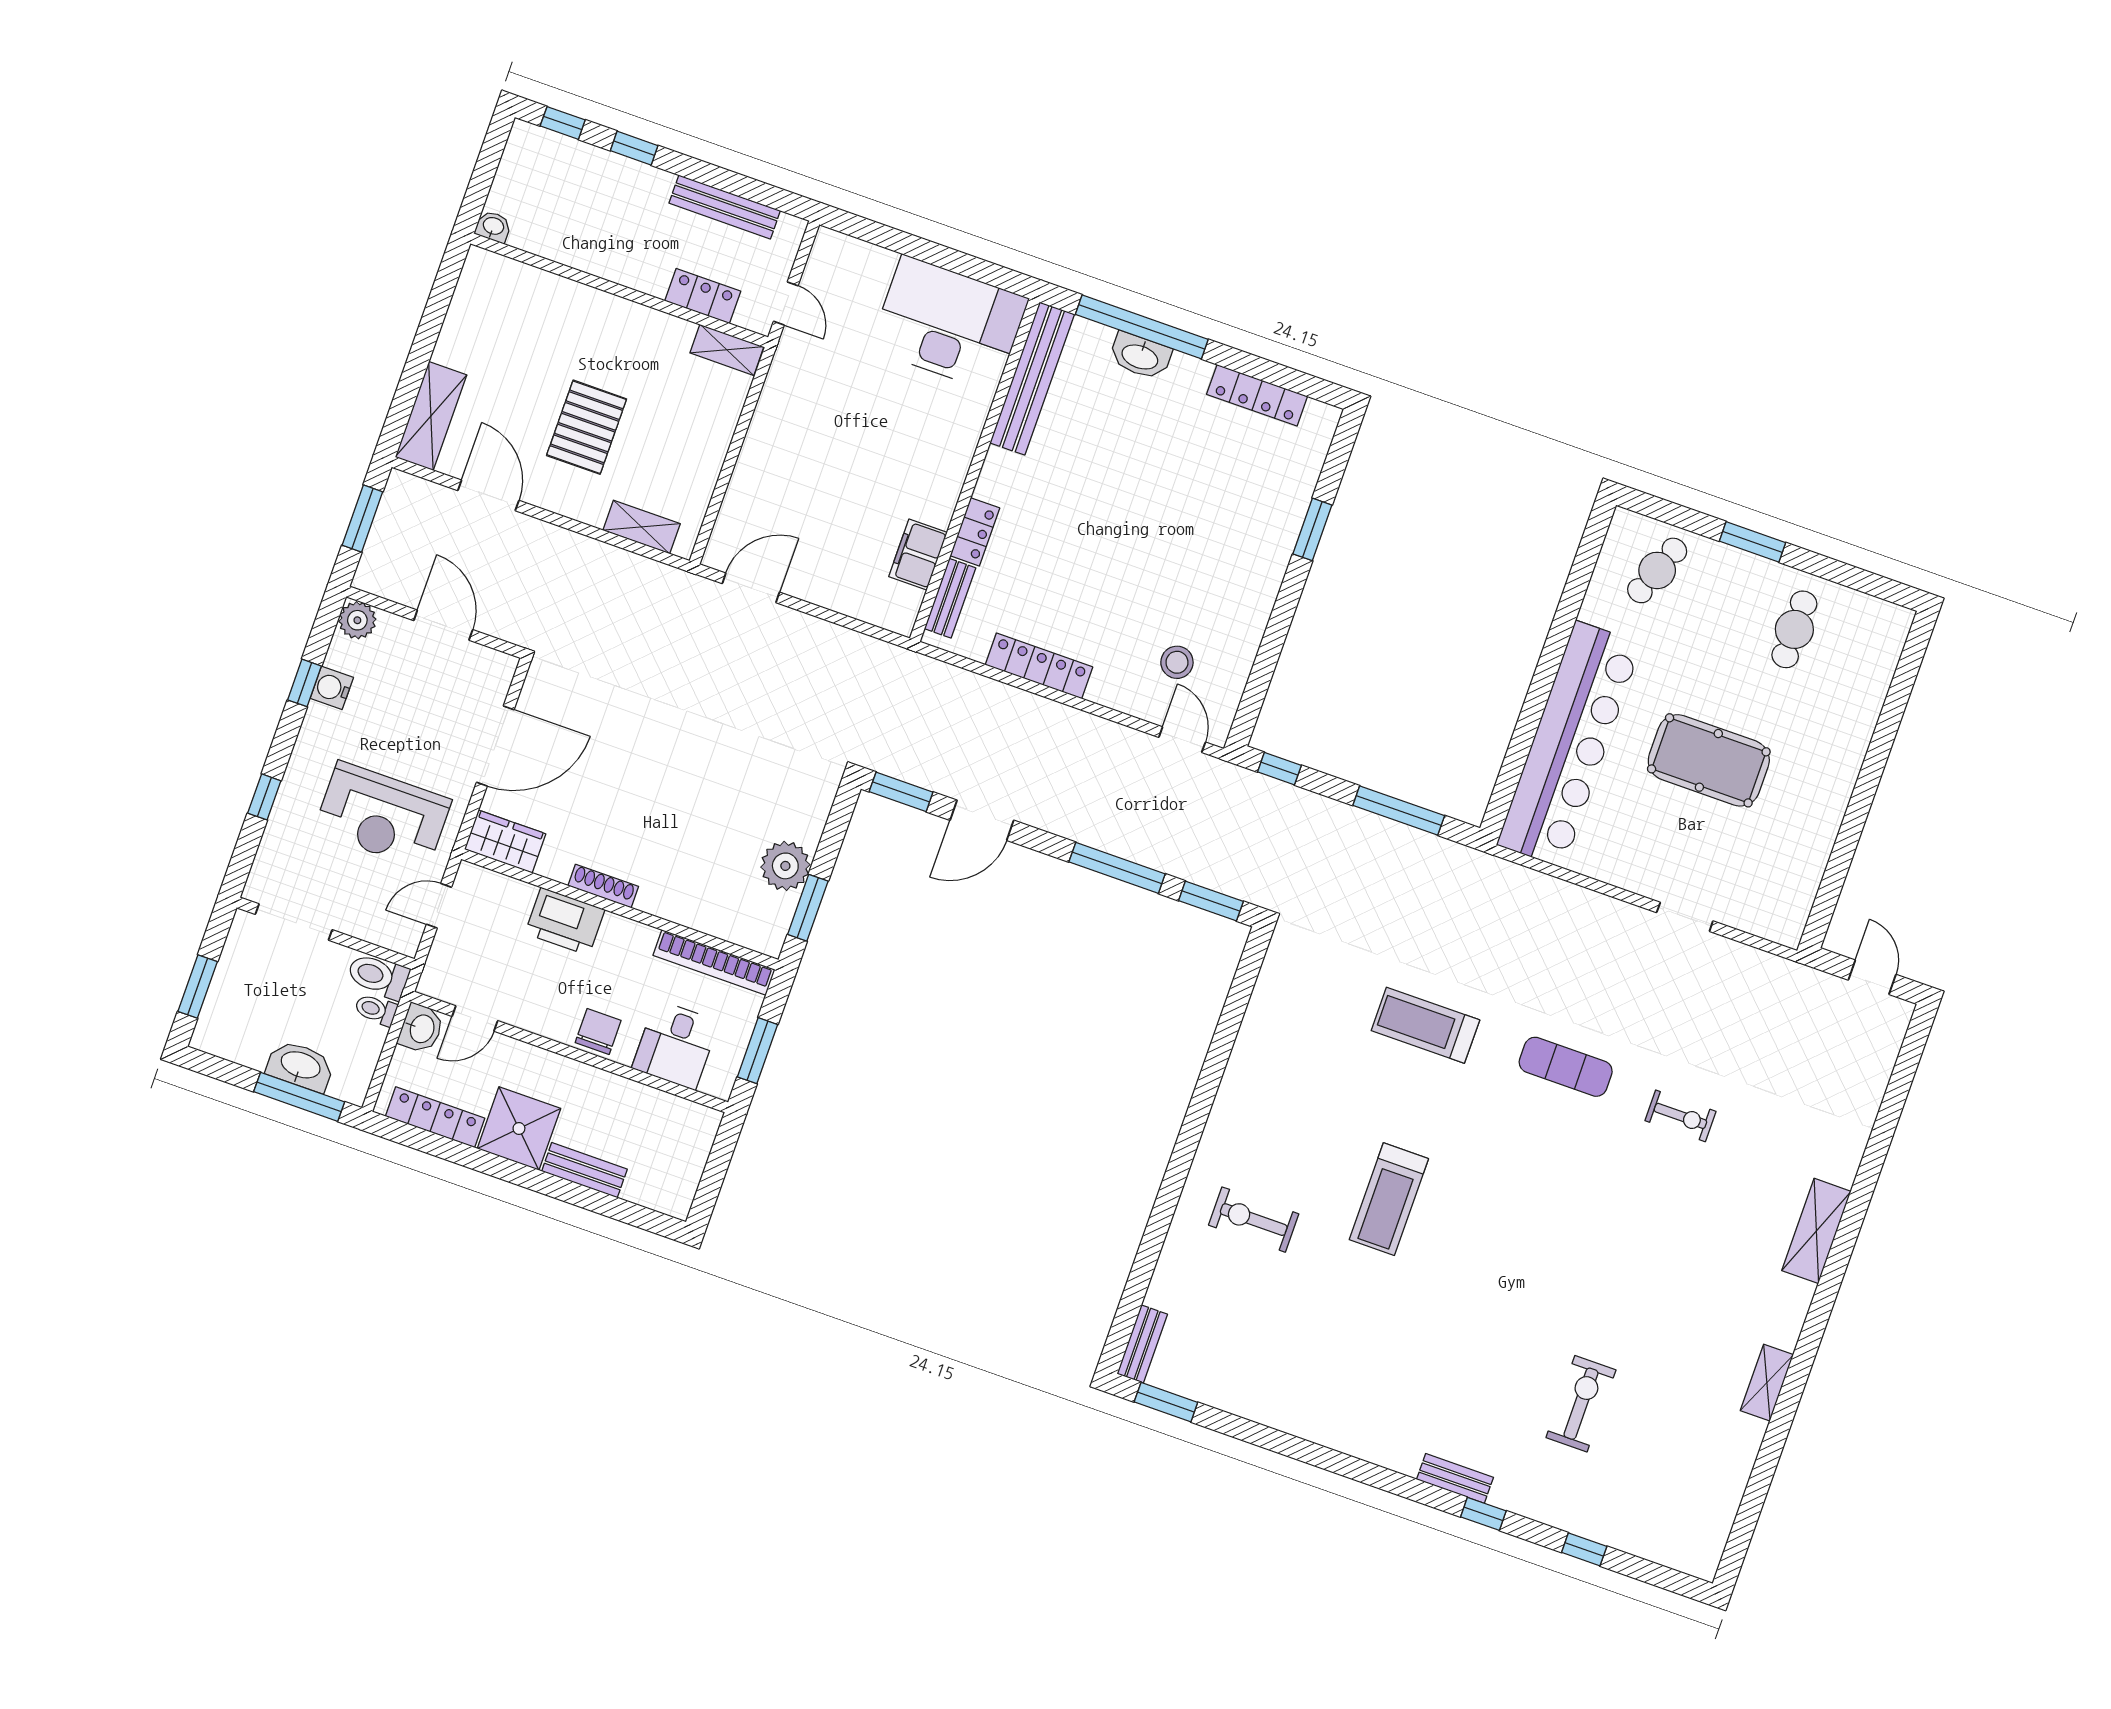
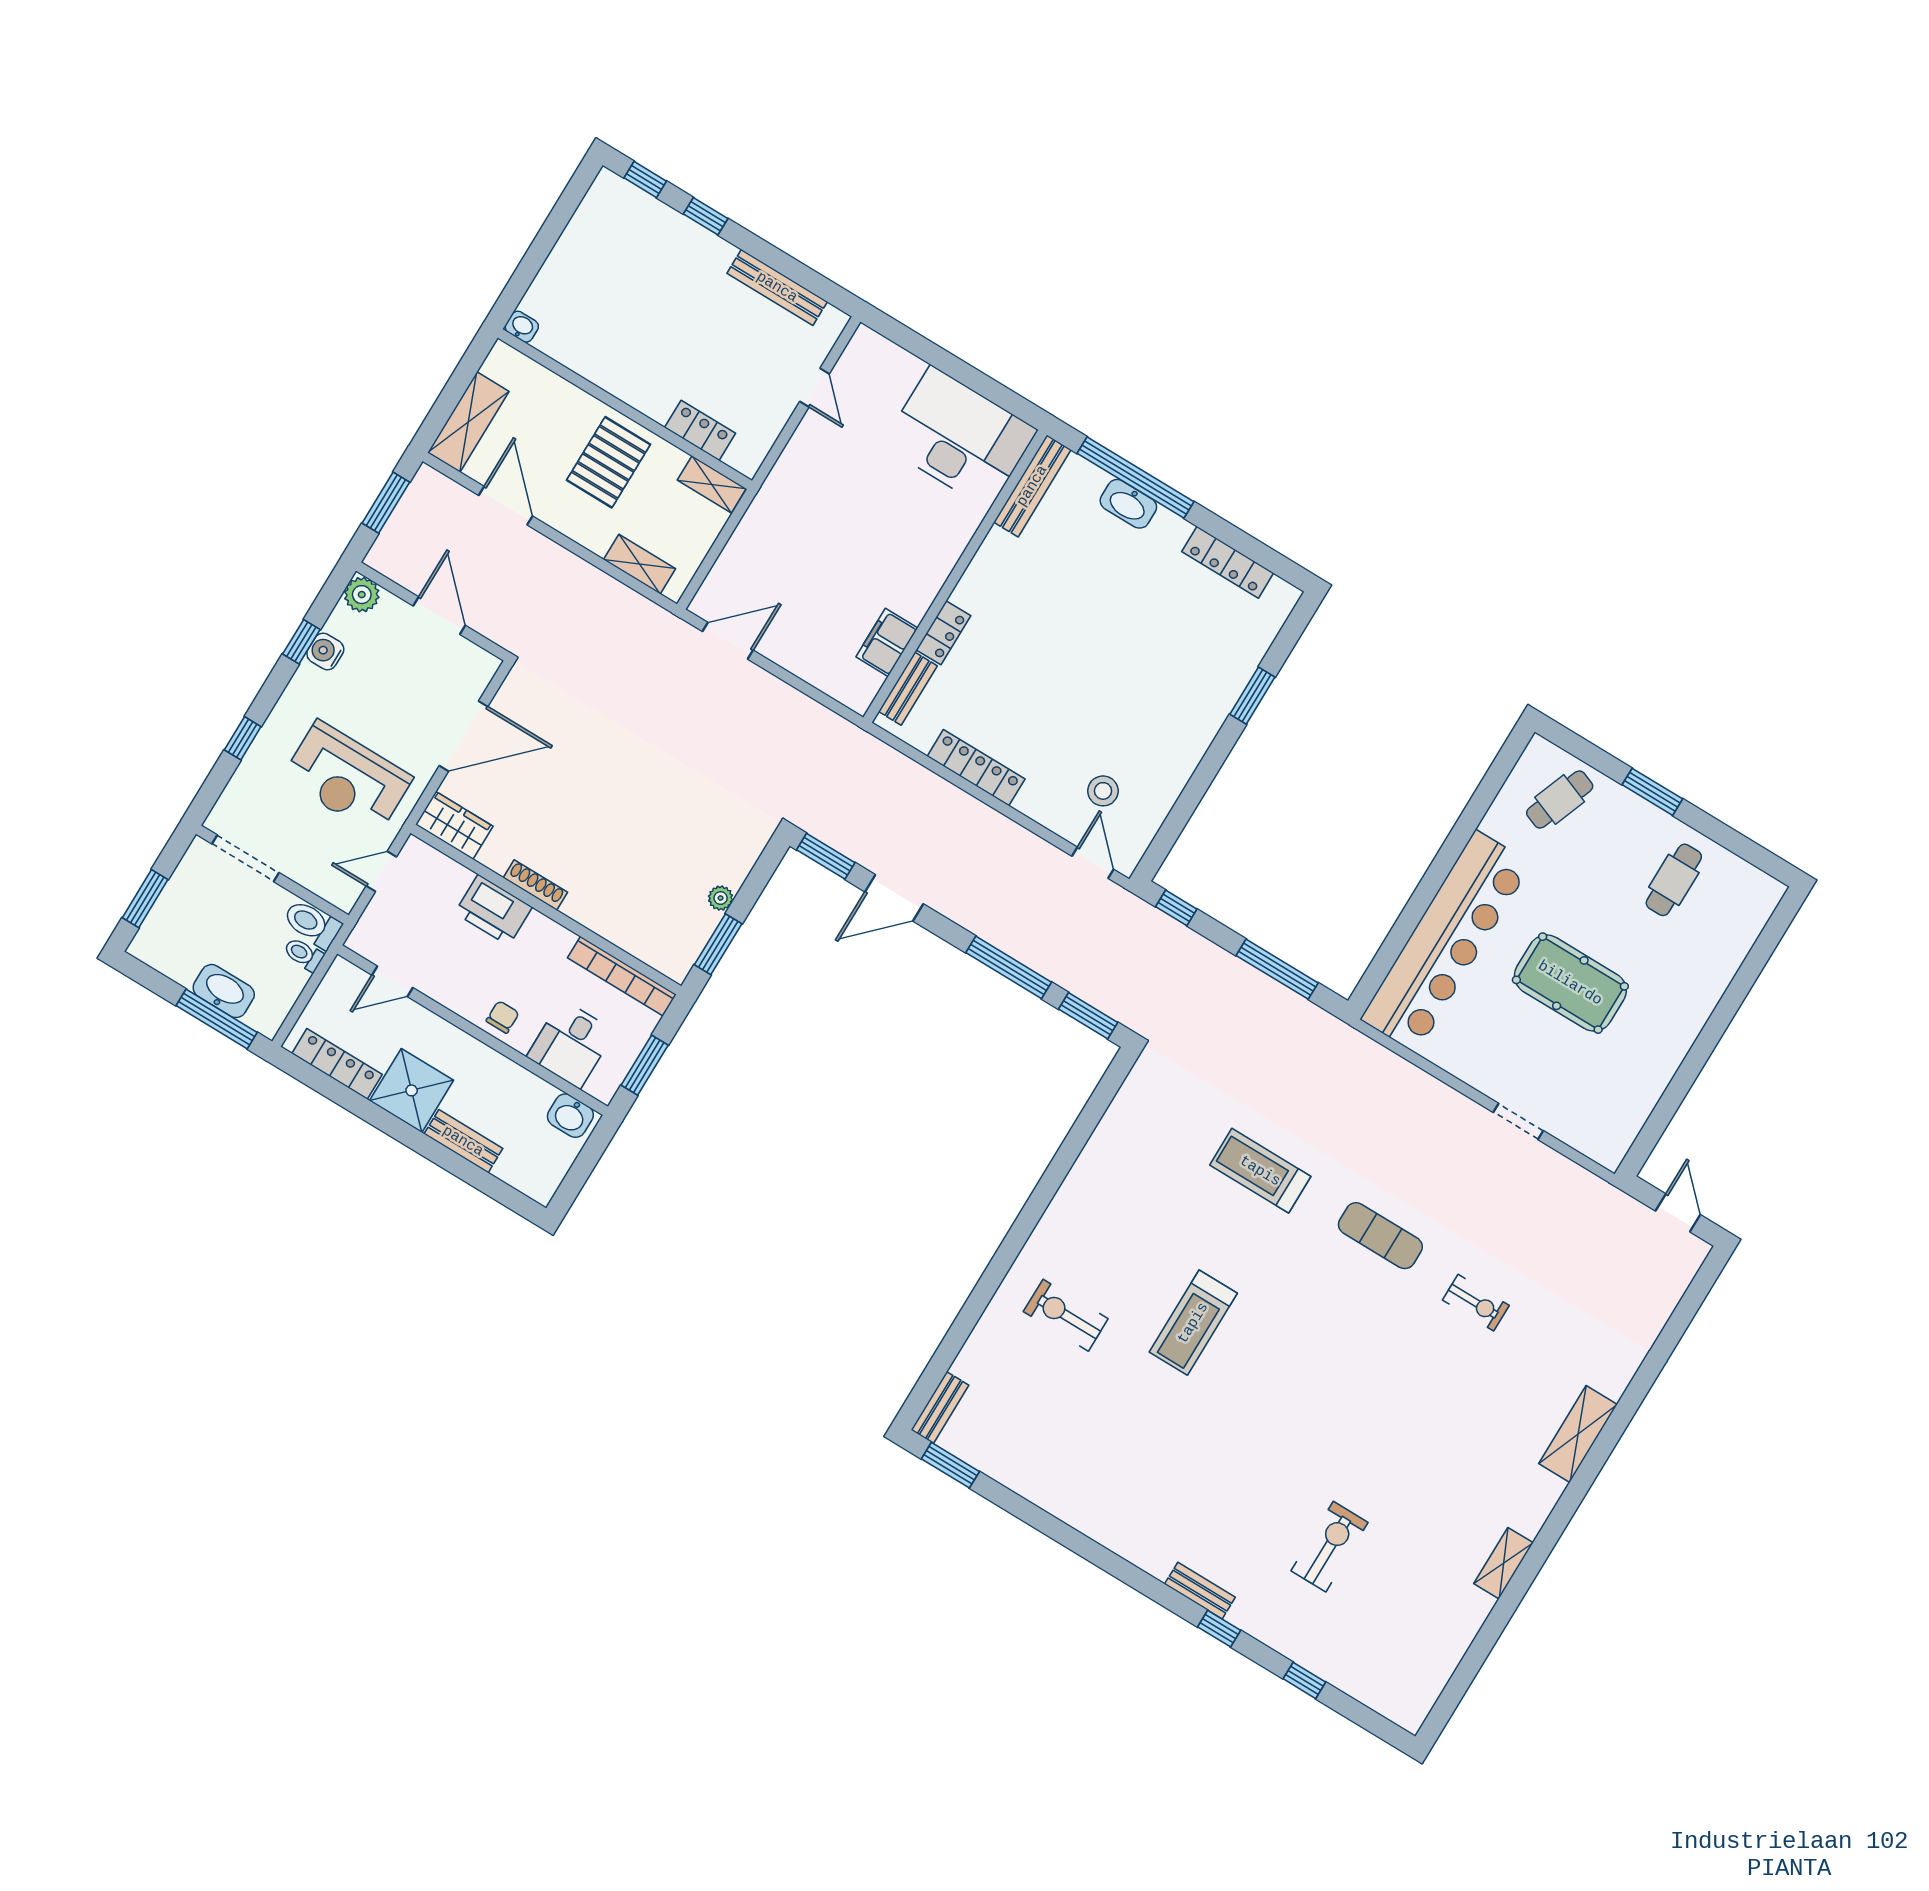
washbasin: (493, 227) -> (522, 327), moved
wall: (619, 290) -> (625, 409), moved
locker: (703, 296) -> (700, 430), moved
shelving: (727, 350) -> (712, 484), moved
bench: (1032, 378) -> (1032, 486), width x0.73, depth x0.82
plant: (785, 866) -> (721, 898), width x0.53, depth x0.53
washbasin: (421, 1028) -> (570, 1116), moved, turned 90
chair: (598, 1031) -> (503, 1017), width x0.73, depth x0.73

